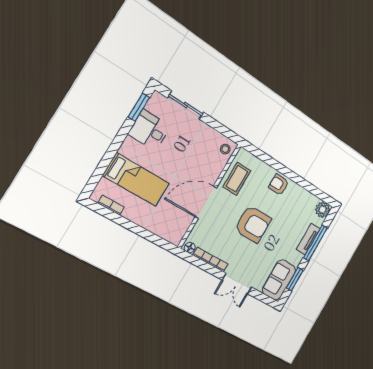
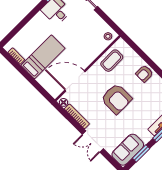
bed: (136, 180) -> (43, 57), moved, turned -90
armchair: (279, 185) -> (144, 74), turned -90
door: (206, 202) -> (75, 81), moved

